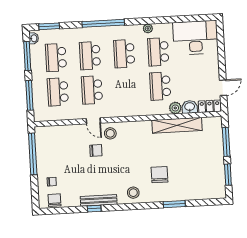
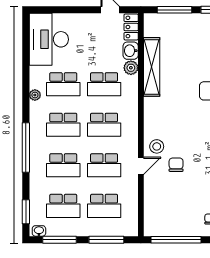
school desk: (126, 88) -> (104, 125), added

